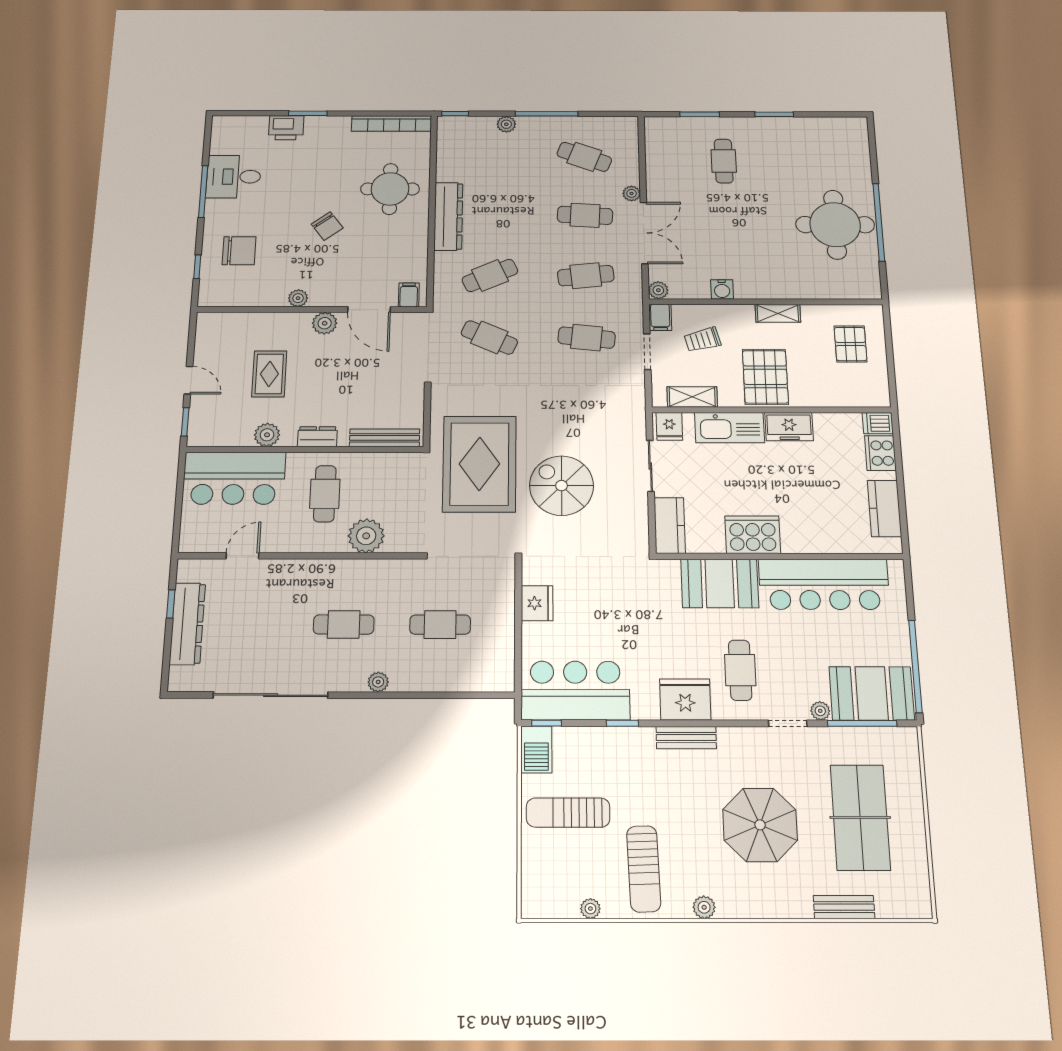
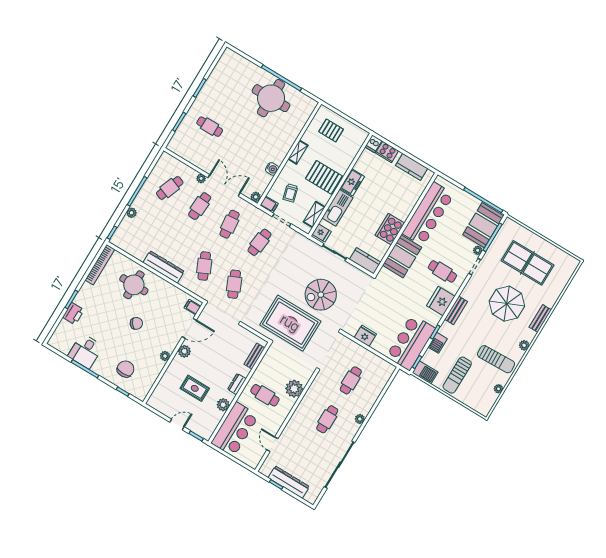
cafe table: (489, 337) -> (234, 284), turned -48
bench: (385, 438) -> (254, 356), width x0.73
barbecue: (605, 740) -> (438, 343), added
bench: (844, 907) -> (540, 318), moved

